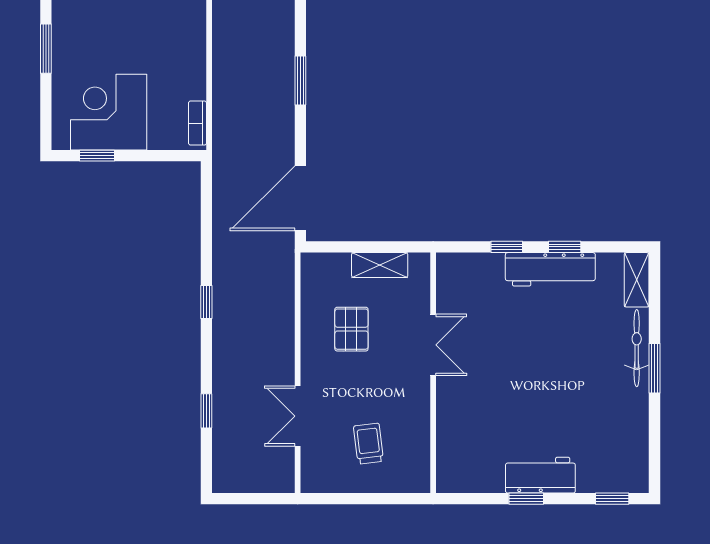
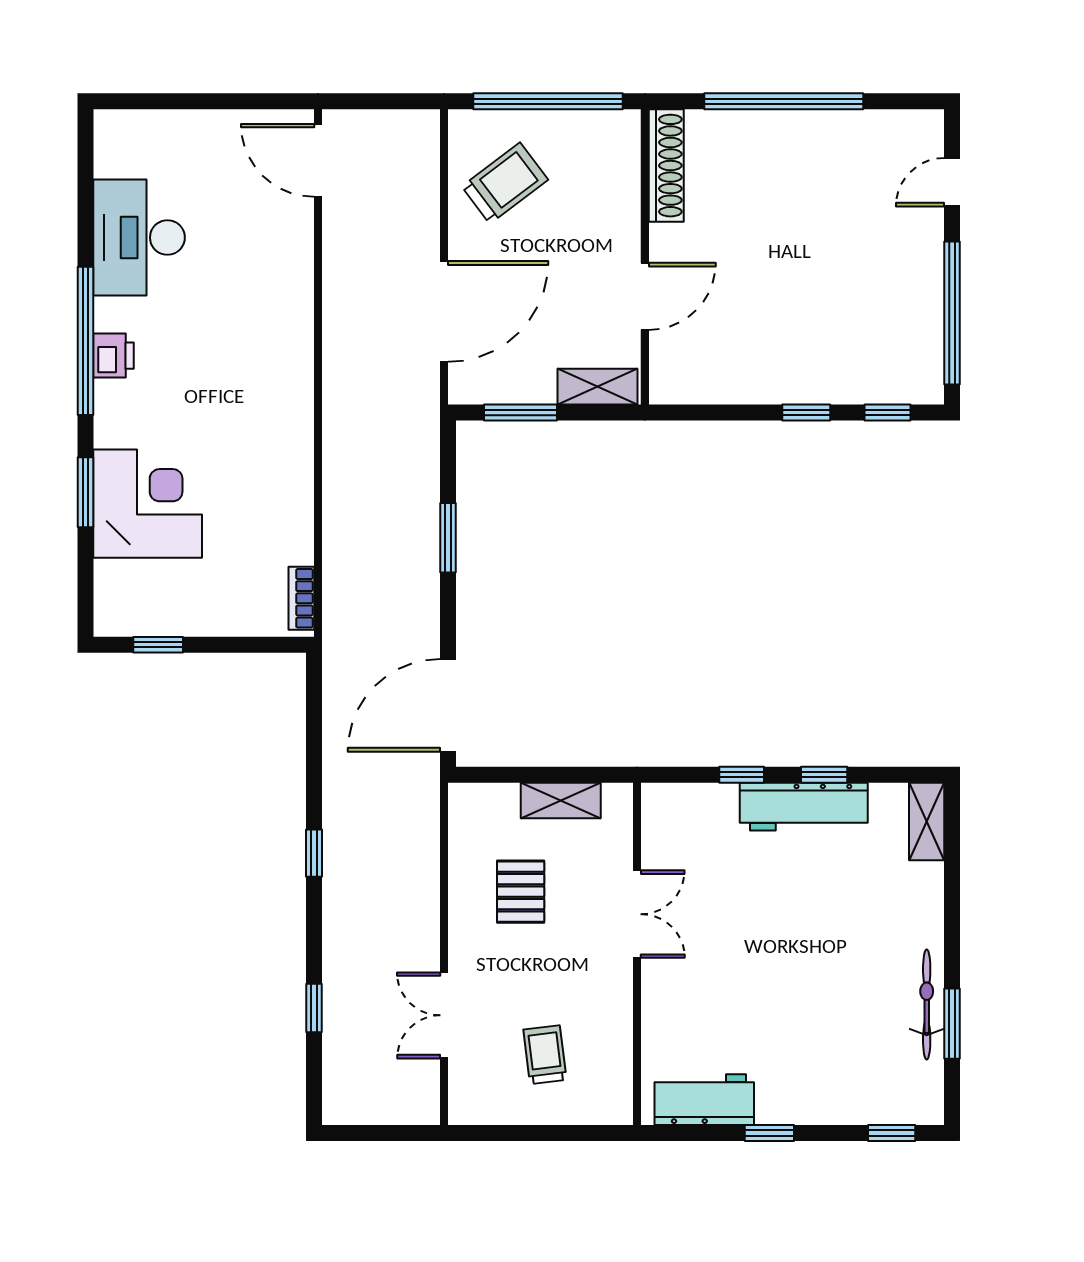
corner desk: (109, 112) -> (148, 504), moved, turned 90
bicycle: (637, 348) -> (927, 1005), moved
window: (654, 368) -> (952, 1024), moved
workbench: (540, 475) -> (704, 1100), moved

